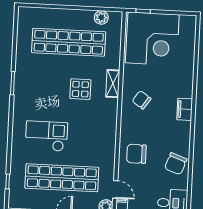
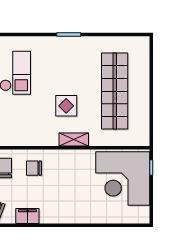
plant: (101, 17) -> (142, 124), removed
chair: (142, 100) -> (34, 168), moved, turned -124
filing cabinet: (185, 109) -> (27, 216), moved

